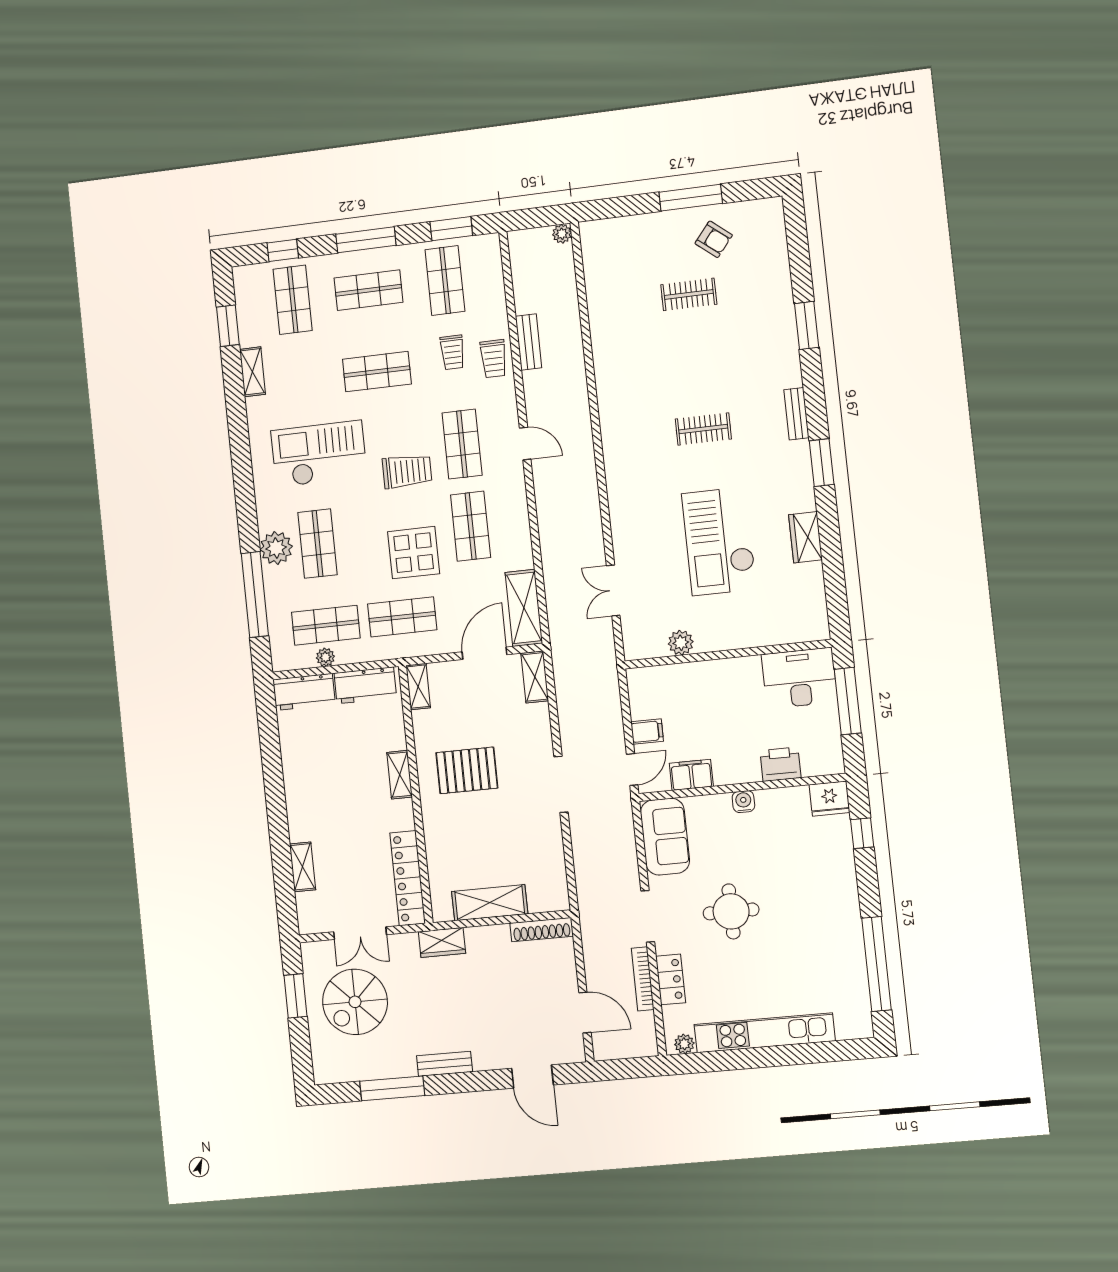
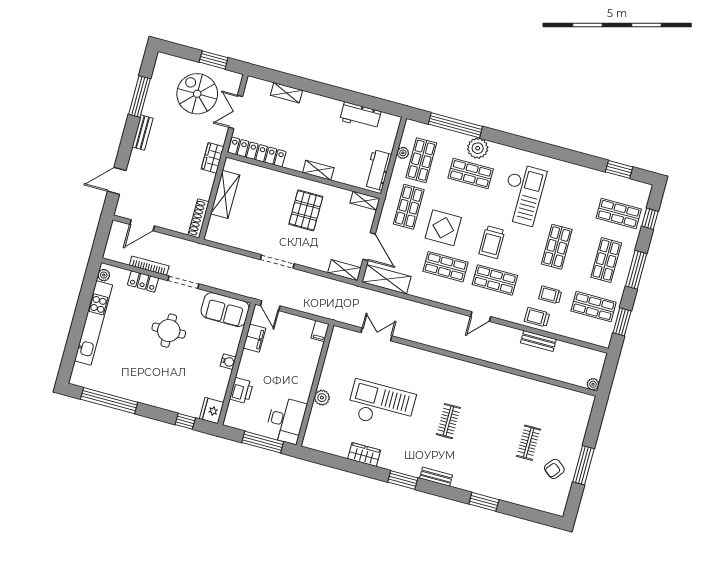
shelving: (252, 372) -> (586, 174), removed
plant: (681, 643) -> (322, 398), moved
workbench: (304, 692) -> (360, 116), moved, turned -90
filing cabinet: (647, 732) -> (320, 331), moved

